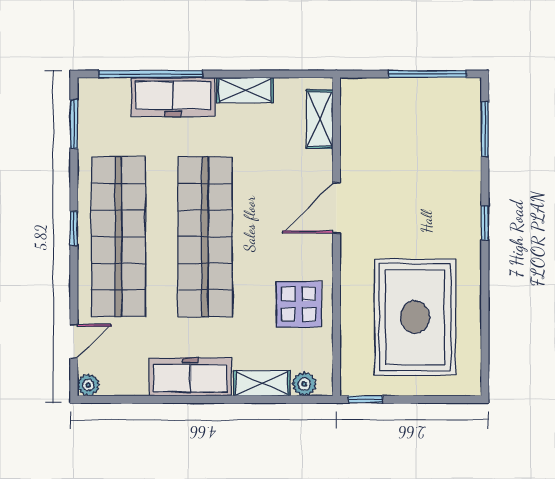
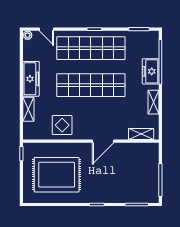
freezer: (173, 97) -> (151, 71), width x0.71
door: (336, 208) -> (103, 141), swing flipped
plant: (304, 384) -> (28, 127), removed

